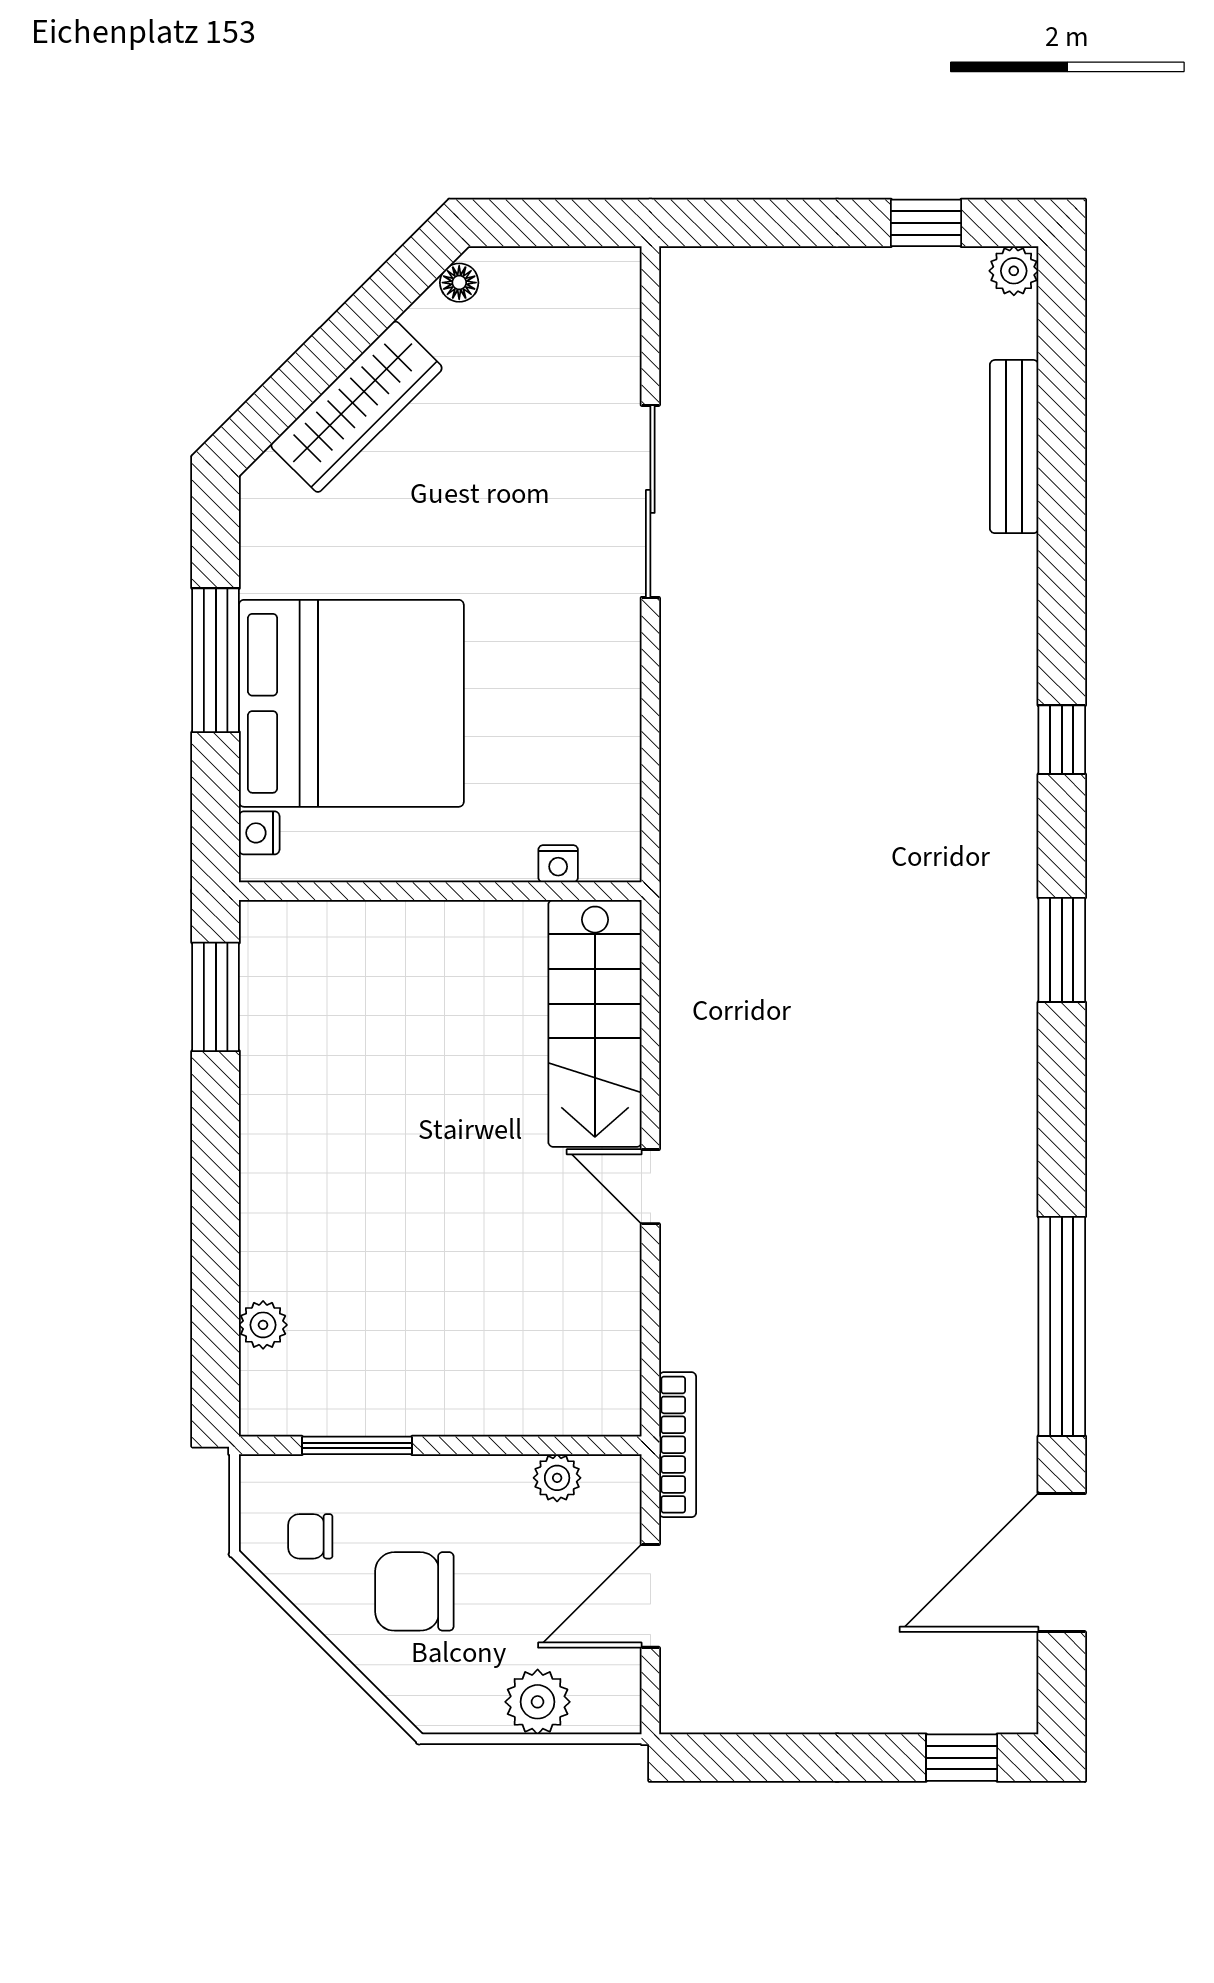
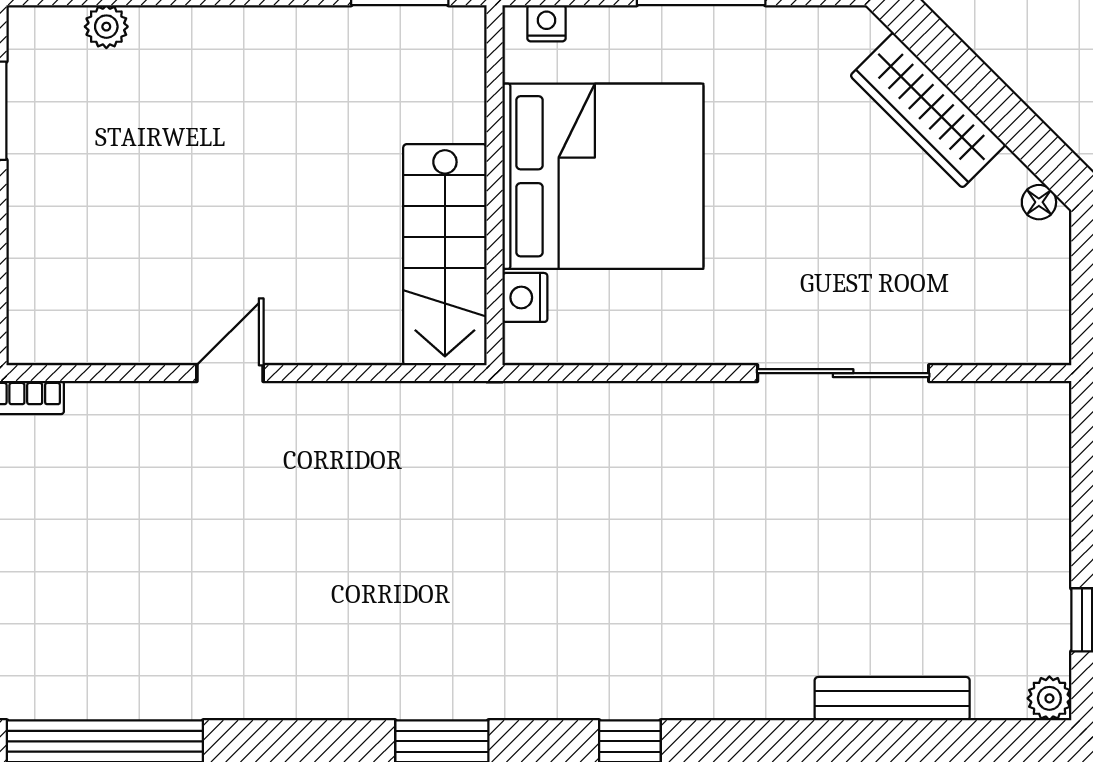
bed: (351, 703) -> (603, 176), moved, turned -90
nightstand: (558, 864) -> (525, 297), width x1.39, depth x1.35
stairs: (595, 1023) -> (445, 255), moved, turned -90

